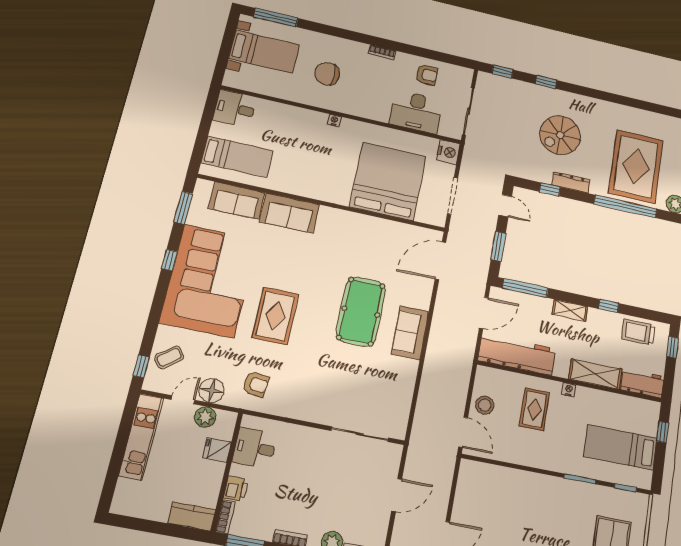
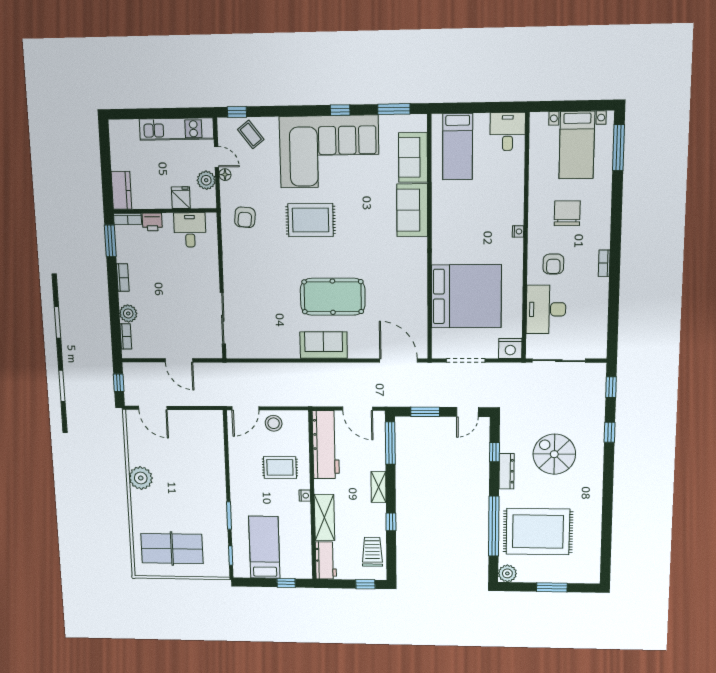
armchair: (427, 75) -> (553, 264), moved
floor lamp: (212, 391) -> (225, 175), width x0.53, depth x0.53

